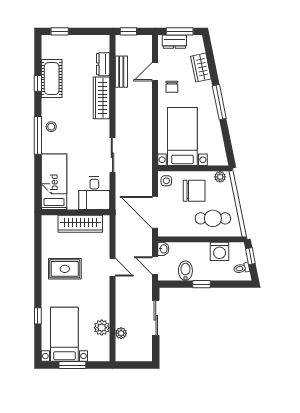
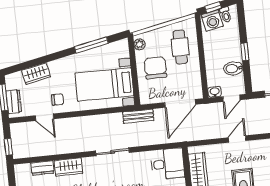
bench: (121, 72) -> (138, 116), moved
wardrobe: (101, 98) -> (68, 167), width x0.67
window: (219, 102) -> (91, 45), moved
sliding door: (112, 155) -> (113, 152), moved
side table: (166, 181) -> (149, 96), removed
washing machine: (220, 251) -> (212, 20), moved, turned 79

